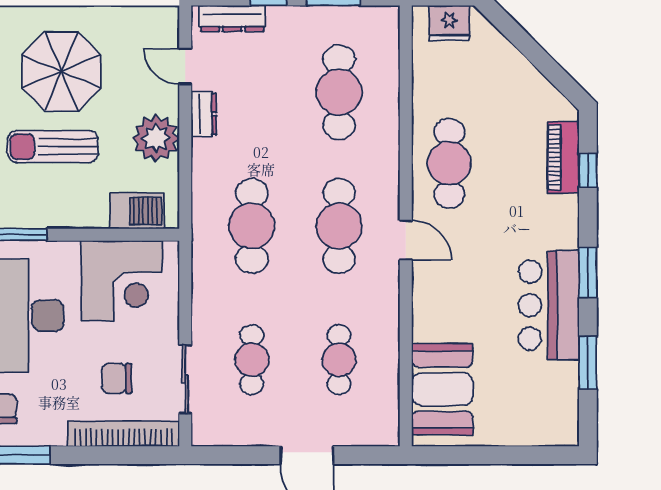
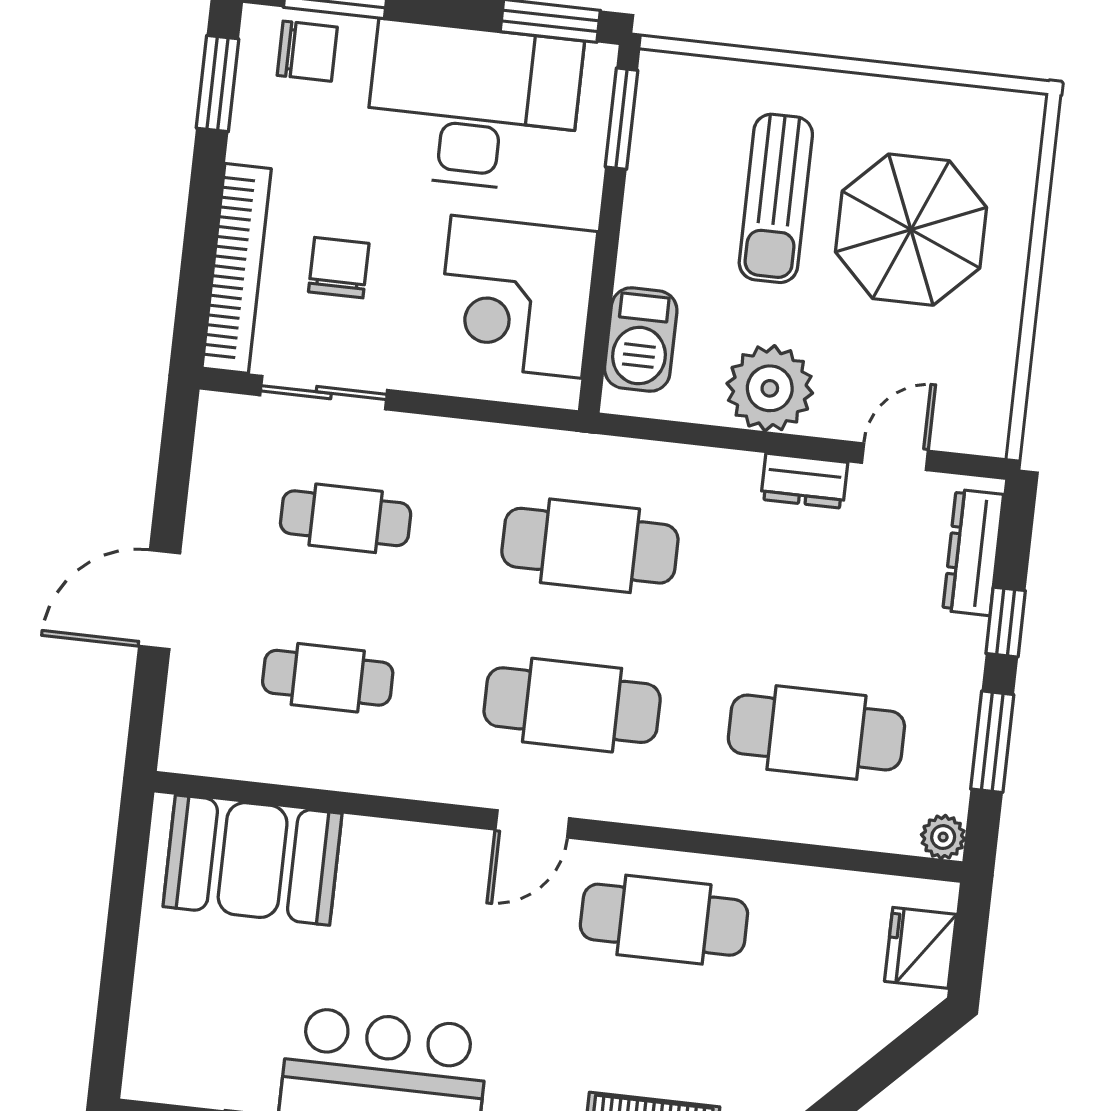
plant: (388, 17) -> (943, 837), added
sun lounger: (53, 147) -> (776, 198), turned 180

